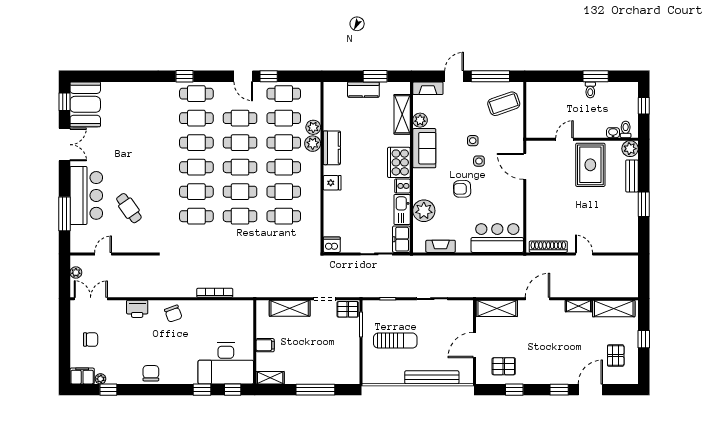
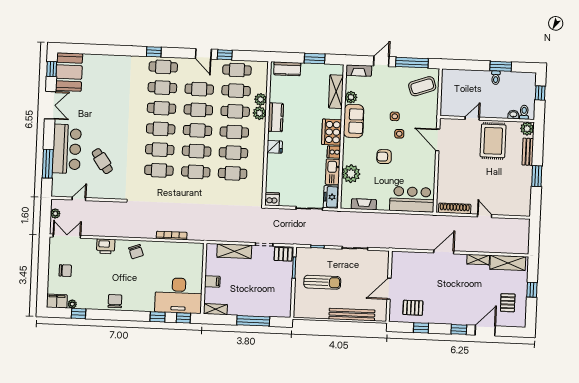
kitchen counter: (363, 90) -> (287, 69), moved
shelving: (497, 308) -> (409, 259), removed

